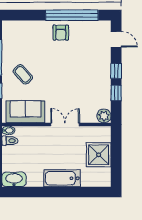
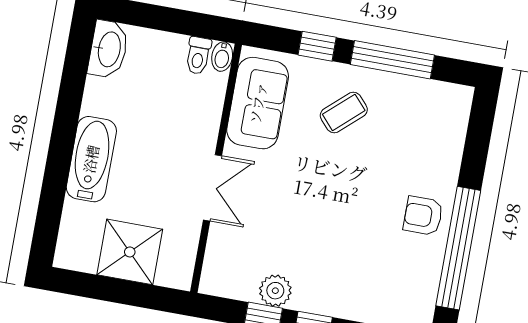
plant: (104, 116) -> (275, 291), moved

